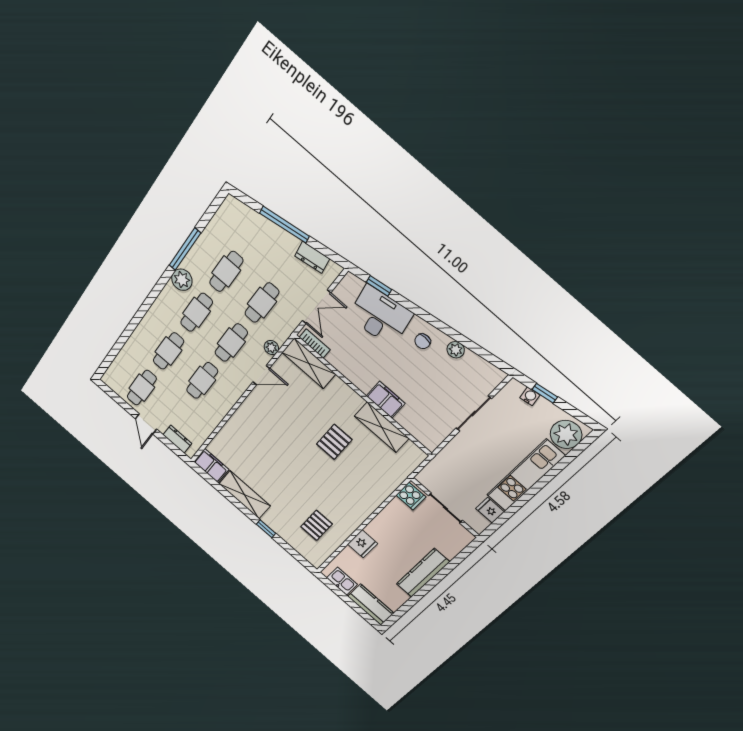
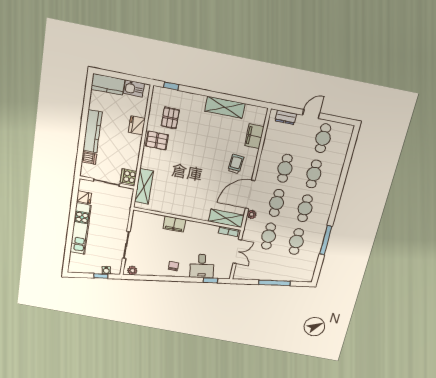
dresser: (312, 257) -> (252, 275), removed
plant: (182, 280) -> (321, 222), removed
double door: (316, 307) -> (237, 251), swing flipped
desk: (380, 316) -> (202, 266), width x0.73
plant: (456, 350) -> (132, 271), moved
door: (261, 375) -> (250, 194), width x1.87
door: (146, 424) -> (311, 114), hinge flipped
trolley: (262, 424) -> (236, 164), added
shelving: (382, 427) -> (144, 186), moved, turned 90
plant: (566, 434) -> (77, 262), removed
pallet: (334, 442) -> (157, 140), moved, turned 90
filing cabinet: (211, 466) -> (254, 136), moved, turned 90
window: (266, 529) -> (171, 86), moved
dishwasher: (448, 549) -> (89, 158), added

